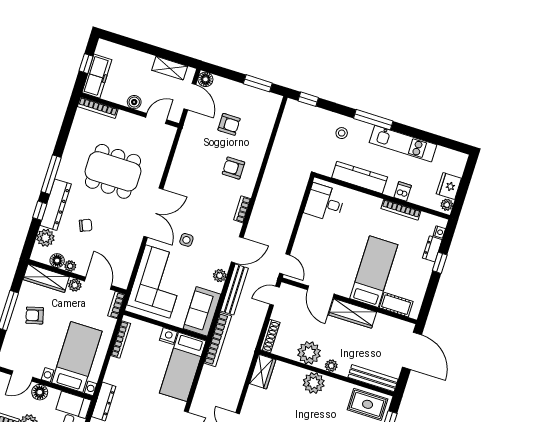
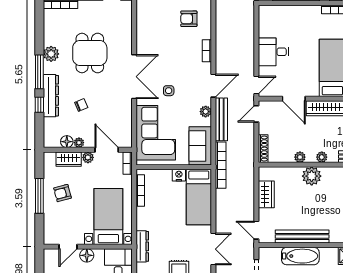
dining table: (113, 171) -> (90, 53), width x0.73
desk: (325, 203) -> (273, 52), moved
plant: (45, 238) -> (51, 54), moved
door: (285, 264) -> (256, 85), hinge flipped
wardrobe: (46, 278) -> (69, 159), width x0.67
plant: (309, 353) -> (300, 157), width x0.53, depth x0.53
wardrobe: (263, 372) -> (266, 194), moved

